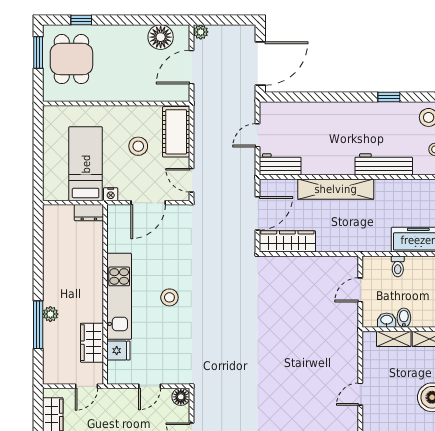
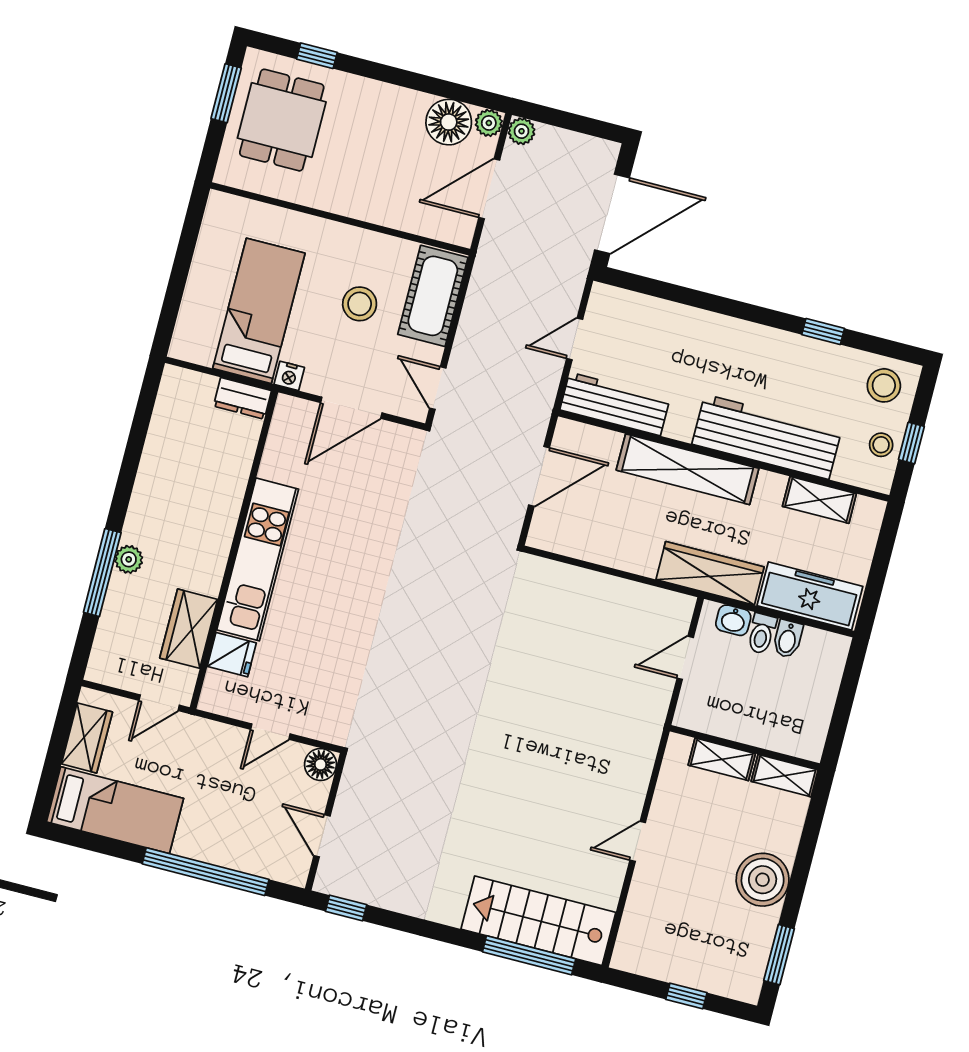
plant: (182, 32) -> (489, 123), added
workbench: (280, 164) -> (615, 404), width x1.38
workbench: (384, 164) -> (767, 437), width x1.36, depth x1.32
shelving: (410, 187) -> (819, 500), added
wardrobe: (287, 241) -> (710, 573), moved
stool: (169, 297) -> (346, 584), removed
bidet: (404, 318) -> (788, 639), moved, turned 180
washbasin: (387, 320) -> (733, 620), moved, turned 180

